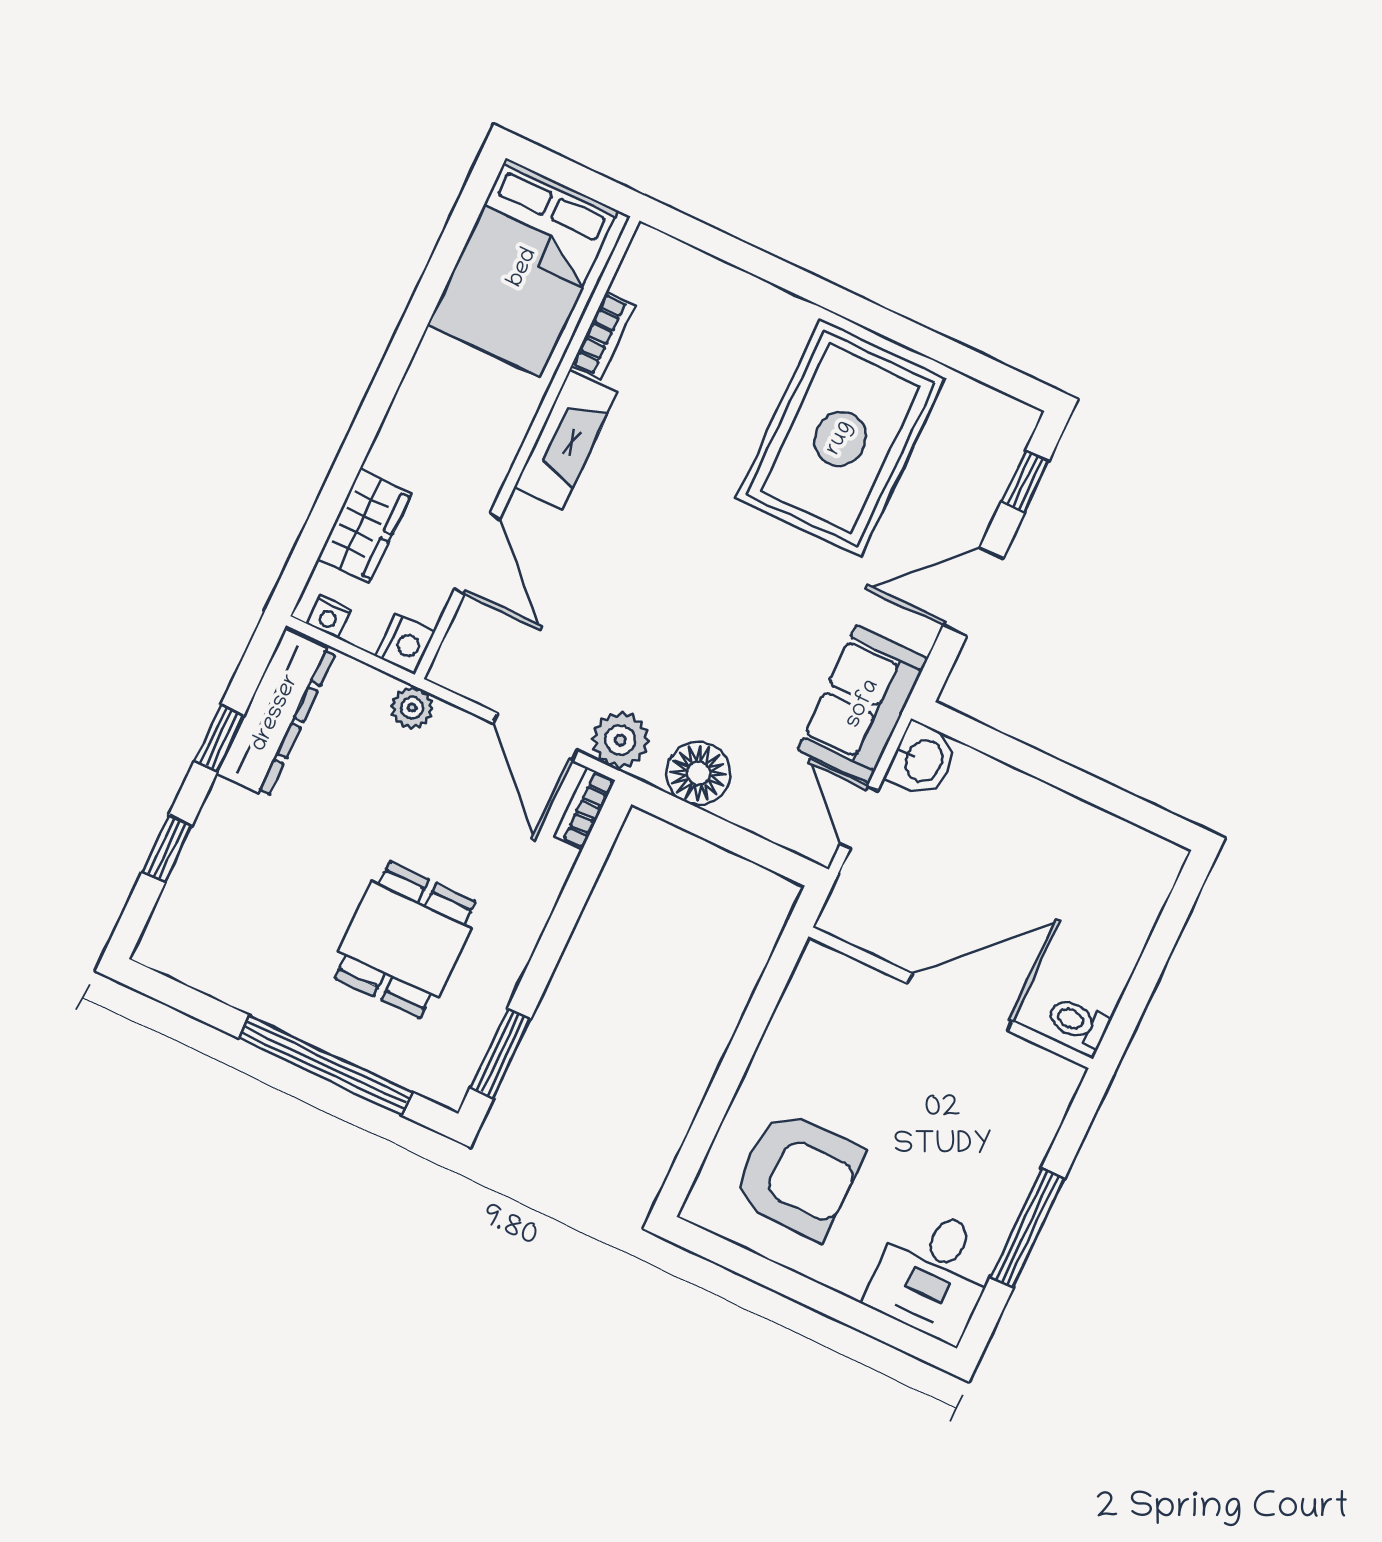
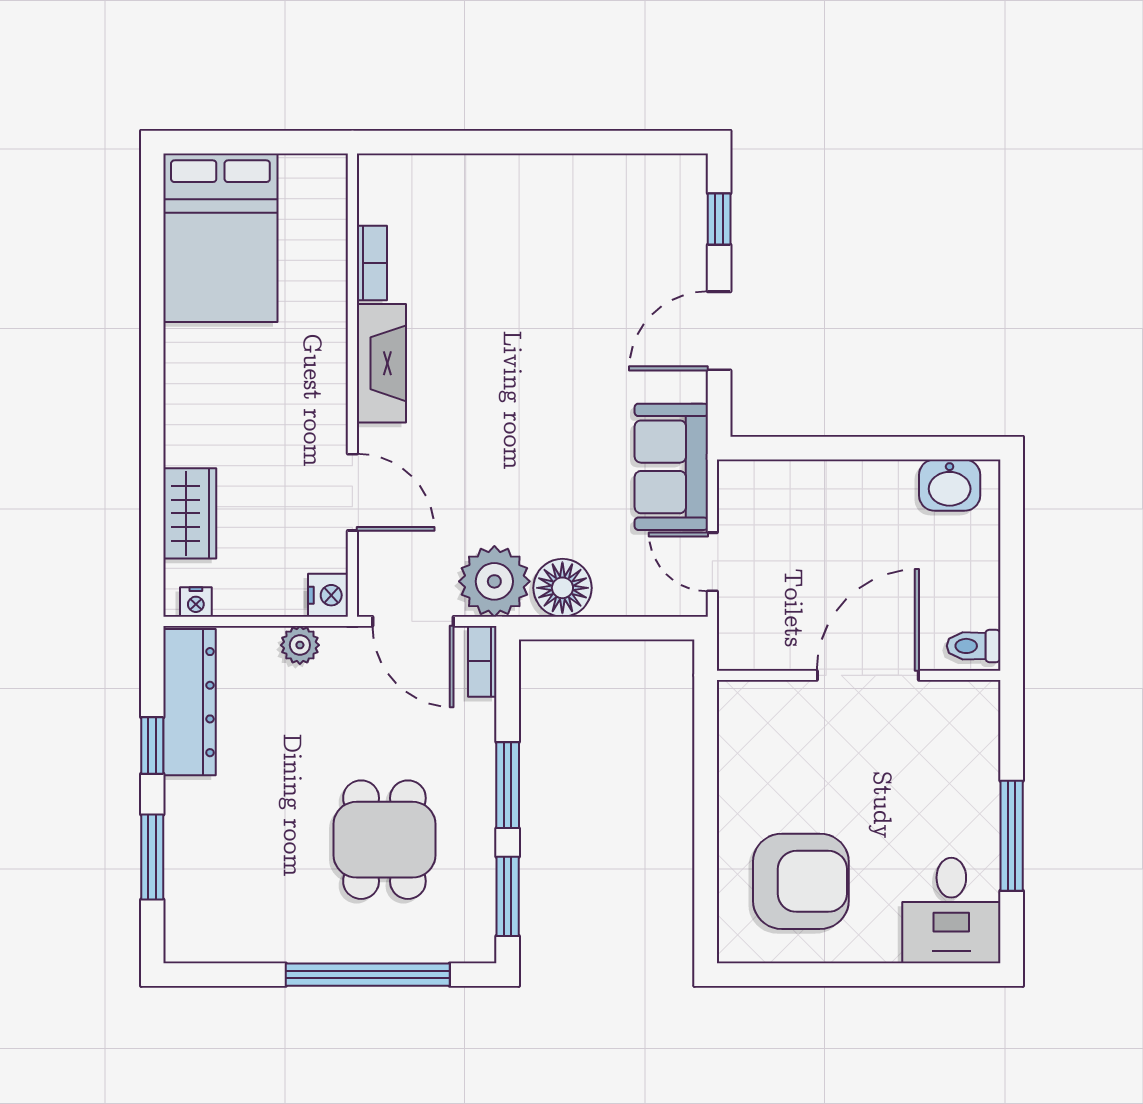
bookcase: (603, 336) -> (372, 263), moved
rug: (840, 438) -> (550, 256), removed
fireplace: (566, 440) -> (381, 363), moved
wall: (527, 448) -> (352, 385), moved
door: (477, 554) -> (352, 492), moved
nightstand: (405, 644) -> (328, 595), moved
plant: (620, 740) -> (494, 581), width x1.36, depth x1.36
washbasin: (922, 760) -> (950, 485), moved, turned 90
window: (167, 849) -> (152, 857), width x1.50
window: (552, 943) -> (508, 785), added

